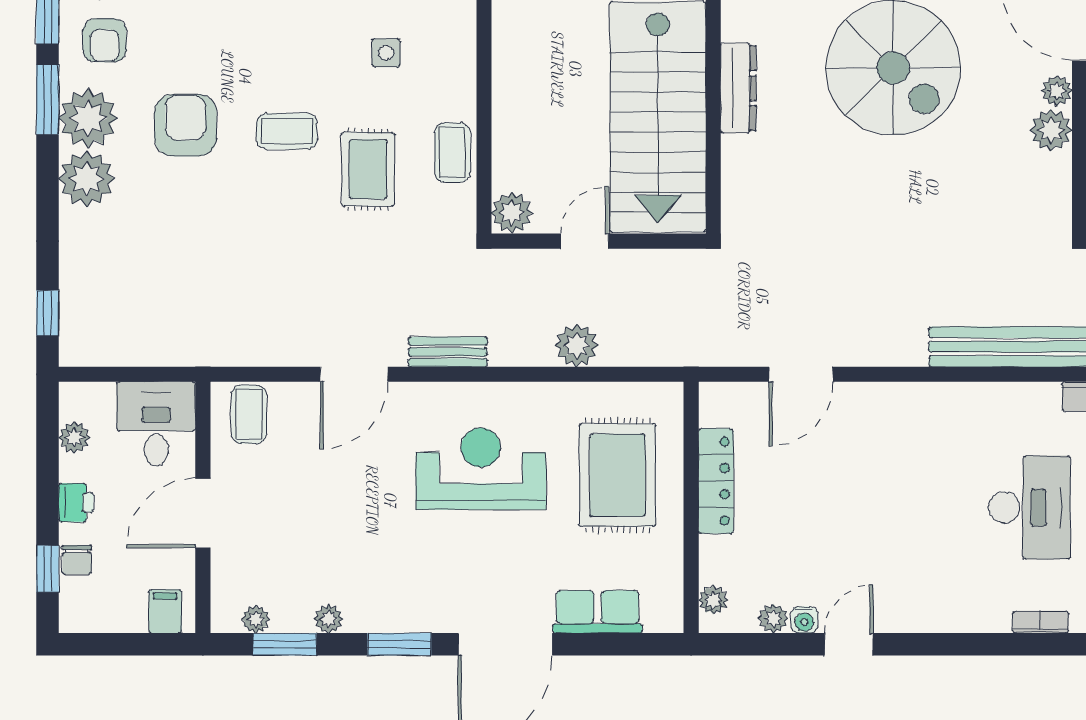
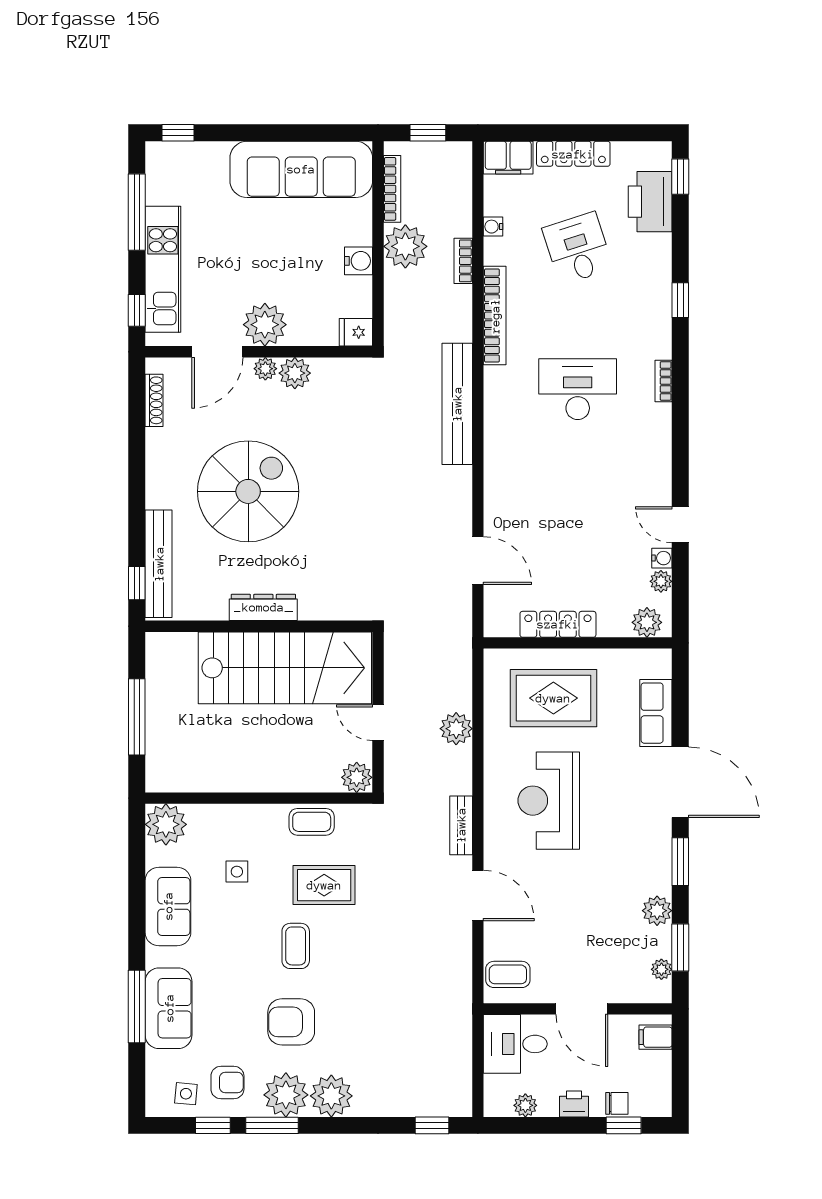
plant: (713, 600) -> (647, 622), width x1.38, depth x1.38
plant: (329, 619) -> (657, 911), width x1.38, depth x1.38

